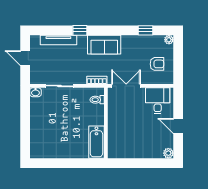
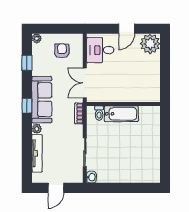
window: (80, 30) -> (27, 106), moved
plant: (82, 40) -> (37, 129), added
sofa: (104, 45) -> (42, 100), width x1.36
bathtub: (96, 142) -> (121, 114), moved
plant: (168, 153) -> (150, 44), width x1.87, depth x1.87

